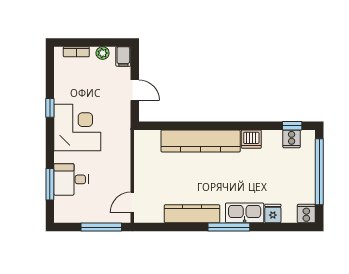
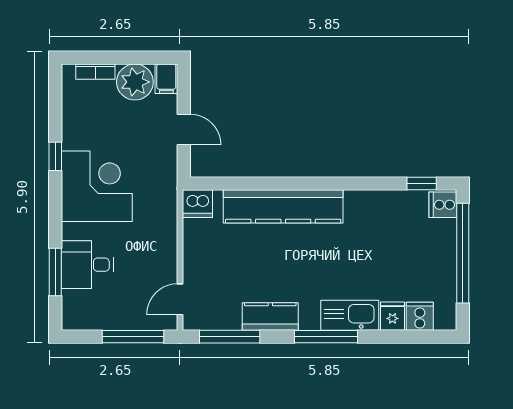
plant: (103, 53) -> (135, 82), width x1.88, depth x1.88
dishwasher: (251, 139) -> (197, 204), moved
cooker: (292, 139) -> (443, 205), moved, turned 90
kitchen counter: (192, 214) -> (270, 317), width x0.67
cooker: (306, 214) -> (420, 316), moved
window: (165, 227) -> (230, 337), added

